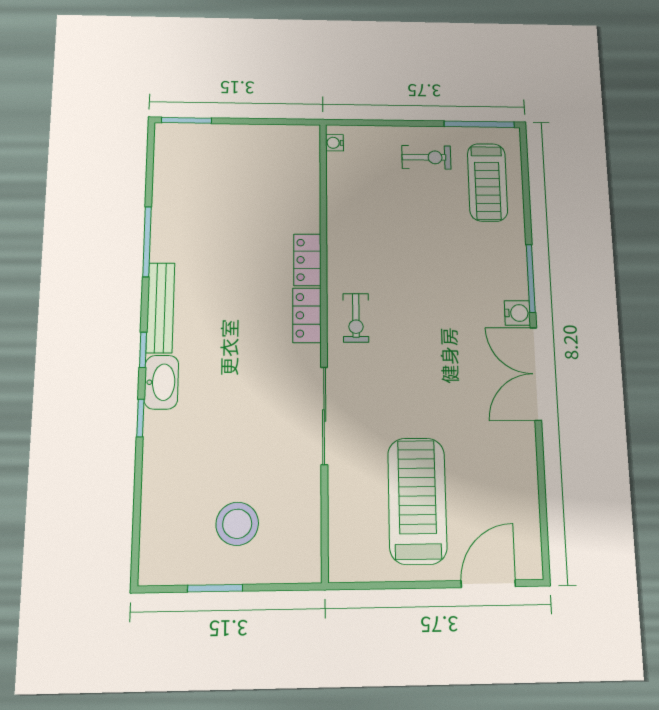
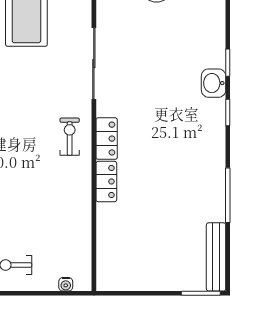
water cooler: (335, 143) -> (66, 284), moved, turned 90
bench: (160, 308) -> (216, 257), moved
washbasin: (161, 382) -> (214, 83), width x0.72

